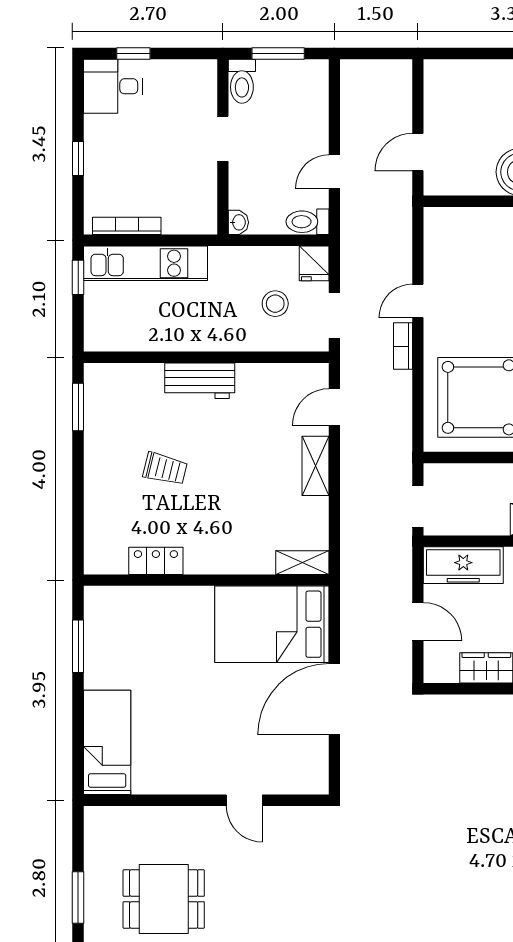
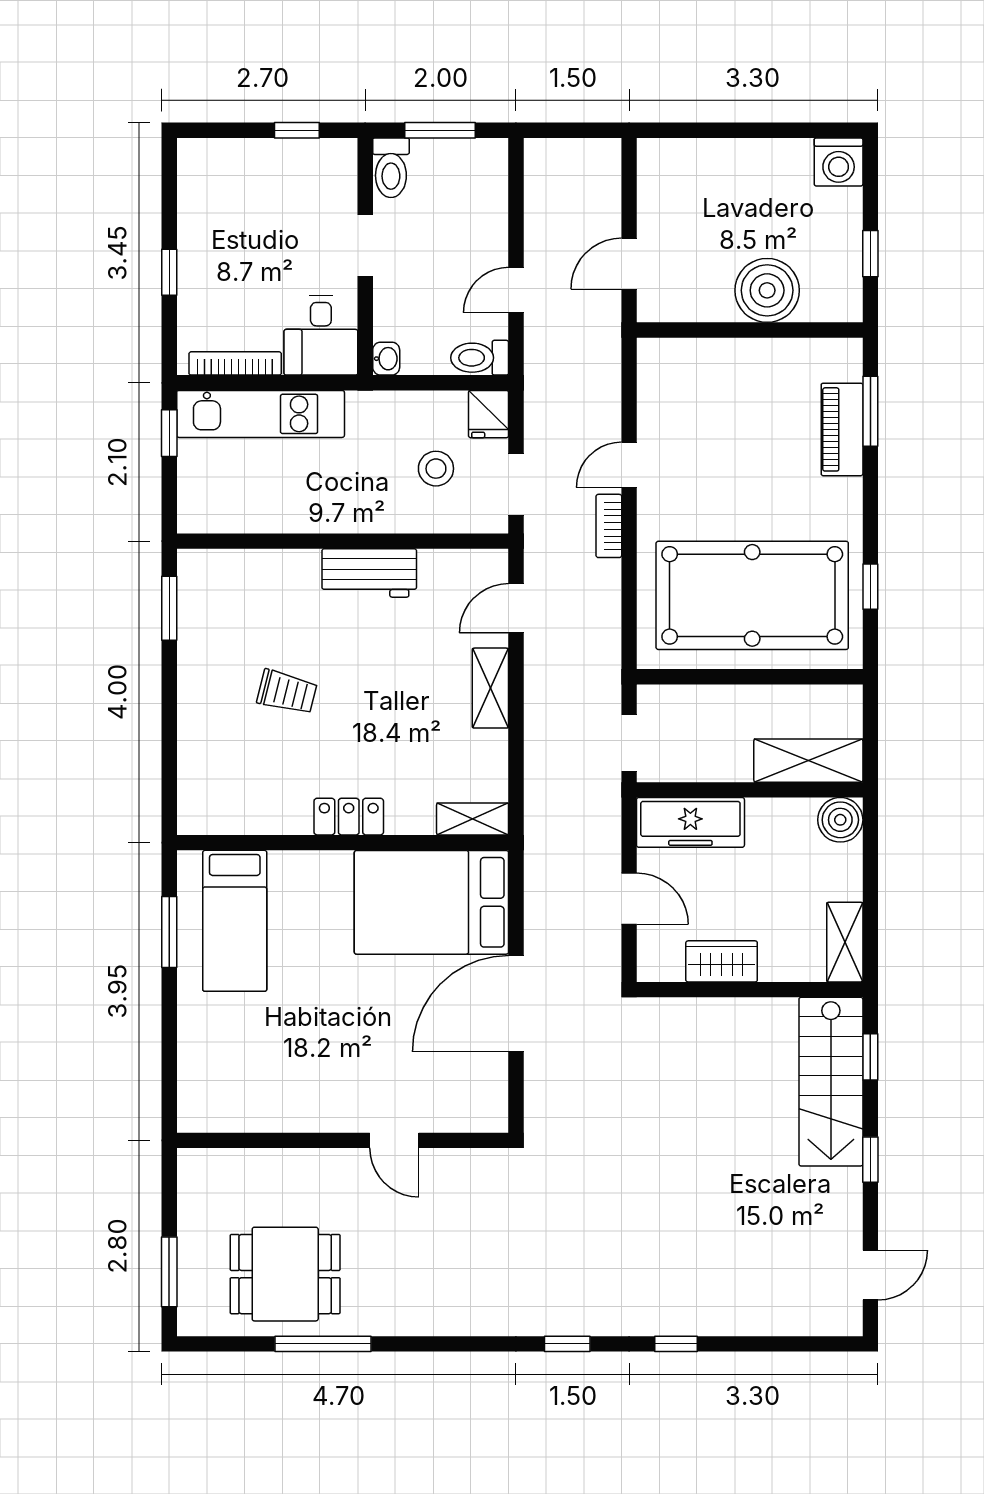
window: (133, 54) -> (297, 130), moved
desk: (113, 86) -> (321, 336), moved, turned -90
workbench: (200, 381) -> (369, 573), moved
locker: (156, 561) -> (349, 817), moved
bed: (107, 742) -> (235, 921), moved, turned 180

